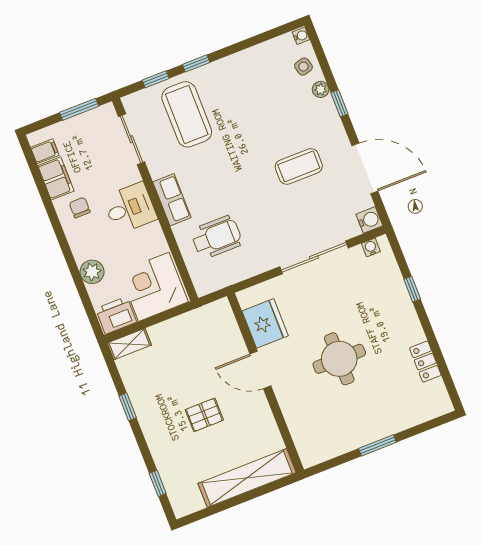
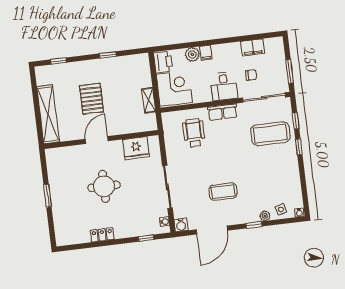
sliding door: (131, 139) -> (264, 98), width x1.37
filing cabinet: (45, 151) -> (206, 53), moved
coffee table: (299, 166) -> (223, 192), turned 90
chair: (80, 208) -> (251, 75), moved
wheelchair: (217, 237) -> (194, 133), turned 180
window: (412, 289) -> (146, 238), moved
shelving: (129, 344) -> (149, 100), moved
locker: (425, 362) -> (102, 235), moved
door: (260, 370) -> (97, 140), moved
pallet: (204, 415) -> (91, 99), width x1.50, depth x1.42

